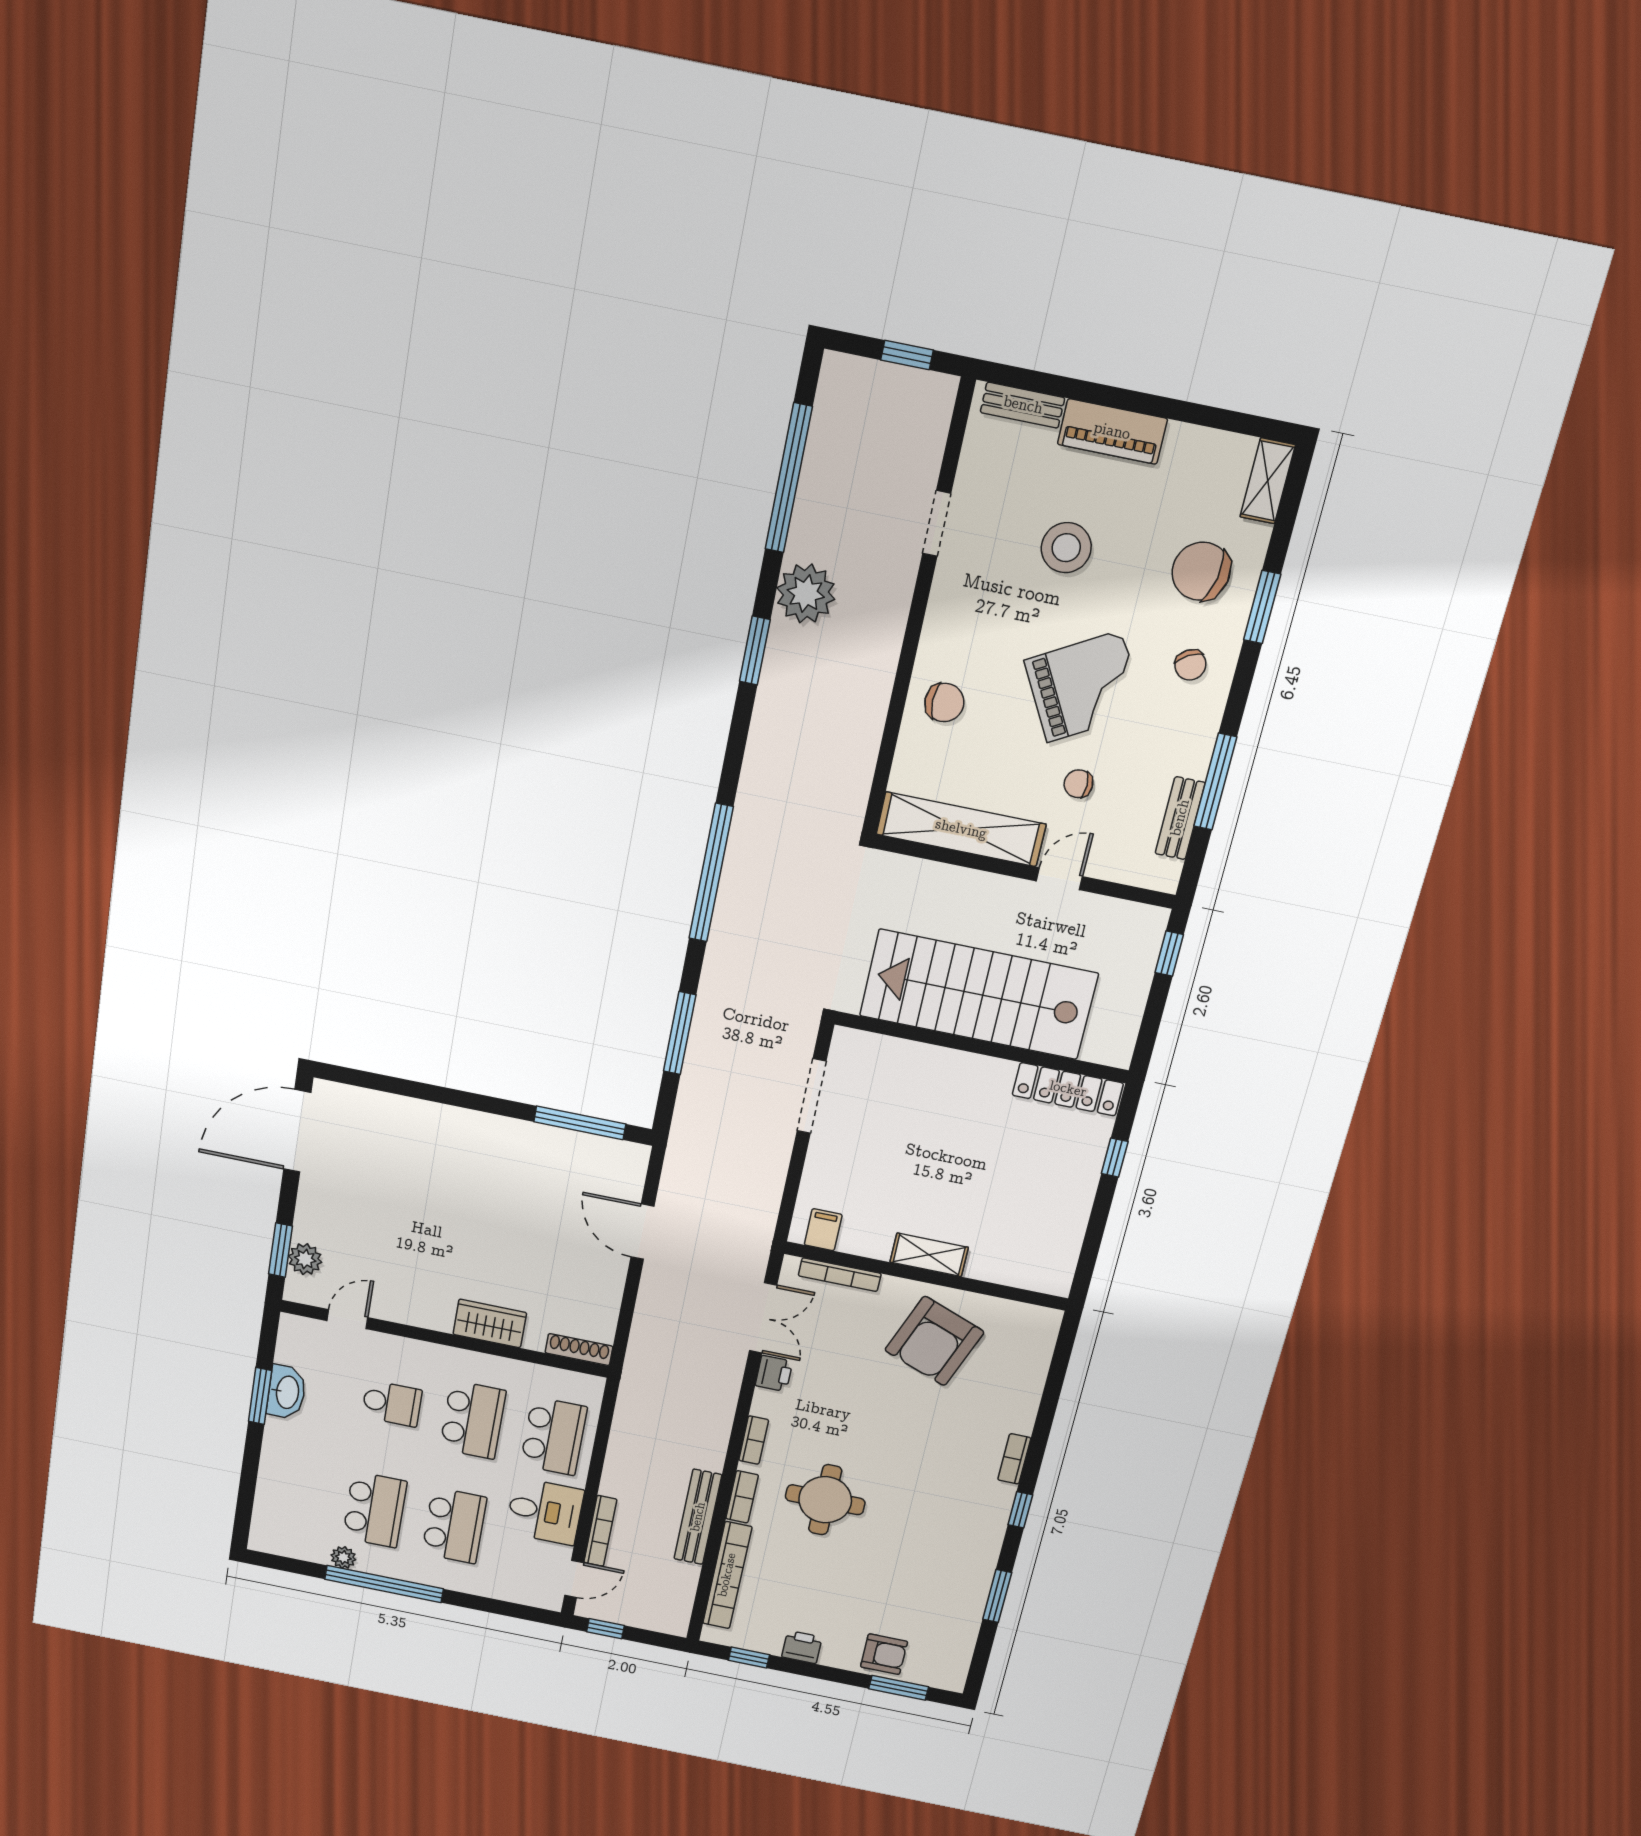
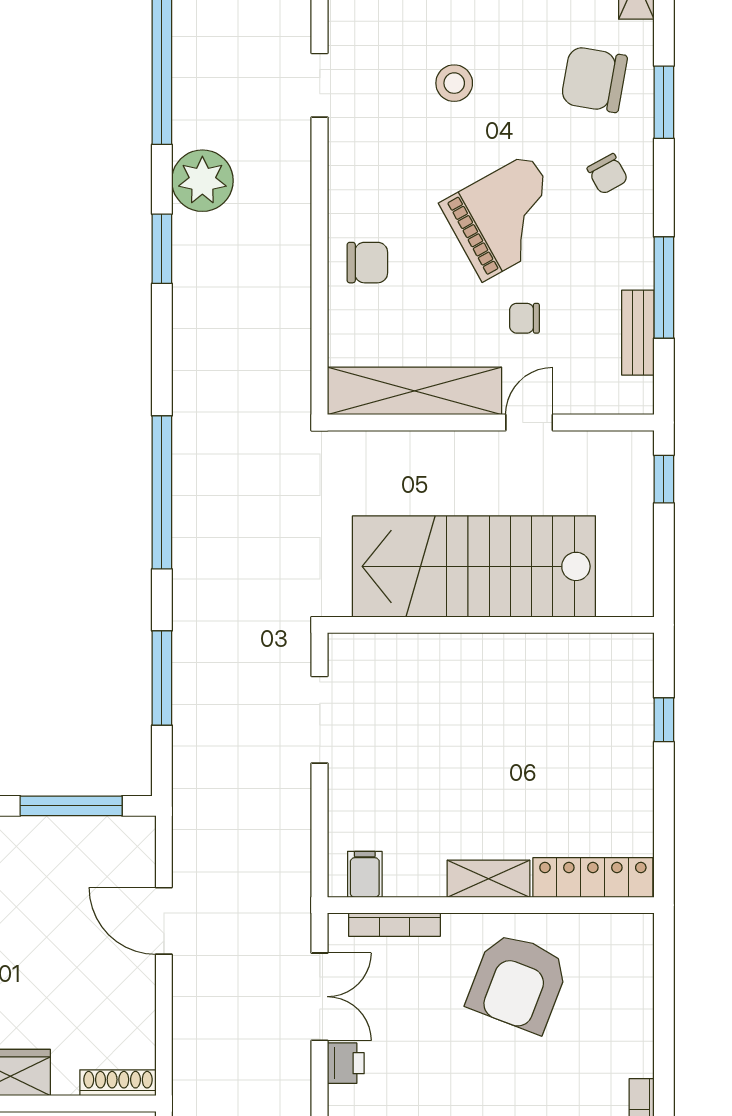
stool: (1066, 548) -> (454, 83), width x0.73, depth x0.73
locker: (1068, 1089) -> (593, 877), moved, turned 180

